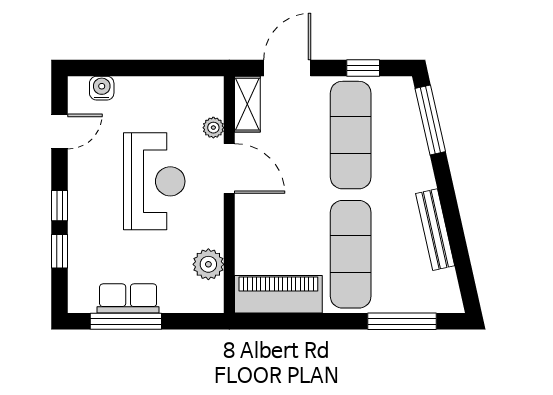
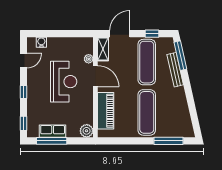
bench: (435, 230) -> (175, 70), moved
window: (60, 251) -> (24, 123), moved
plant: (208, 264) -> (87, 131), moved
piano: (278, 294) -> (106, 111), moved, turned 90

